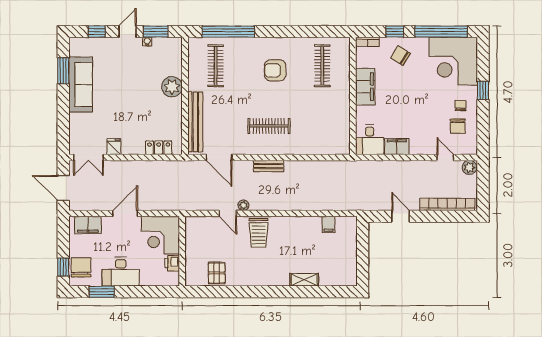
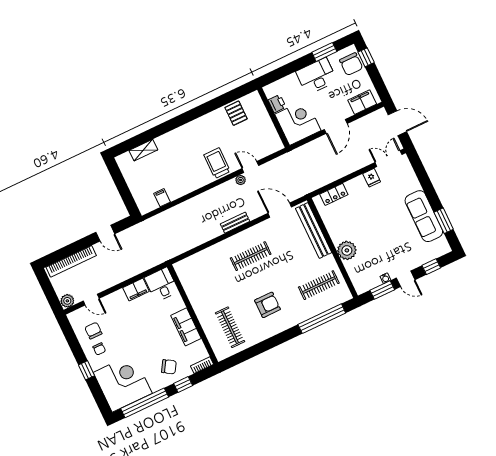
door: (128, 32) -> (406, 279), hinge flipped
clothes rail: (216, 66) -> (319, 285), turned 90
shelving: (304, 280) -> (143, 150), moved

